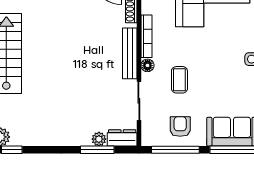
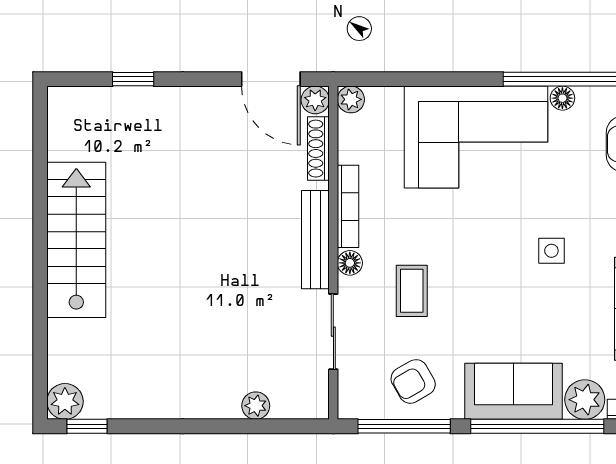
armchair: (180, 127) -> (413, 381), turned -120
dresser: (122, 138) -> (301, 403), removed
window: (97, 150) -> (253, 426), removed

